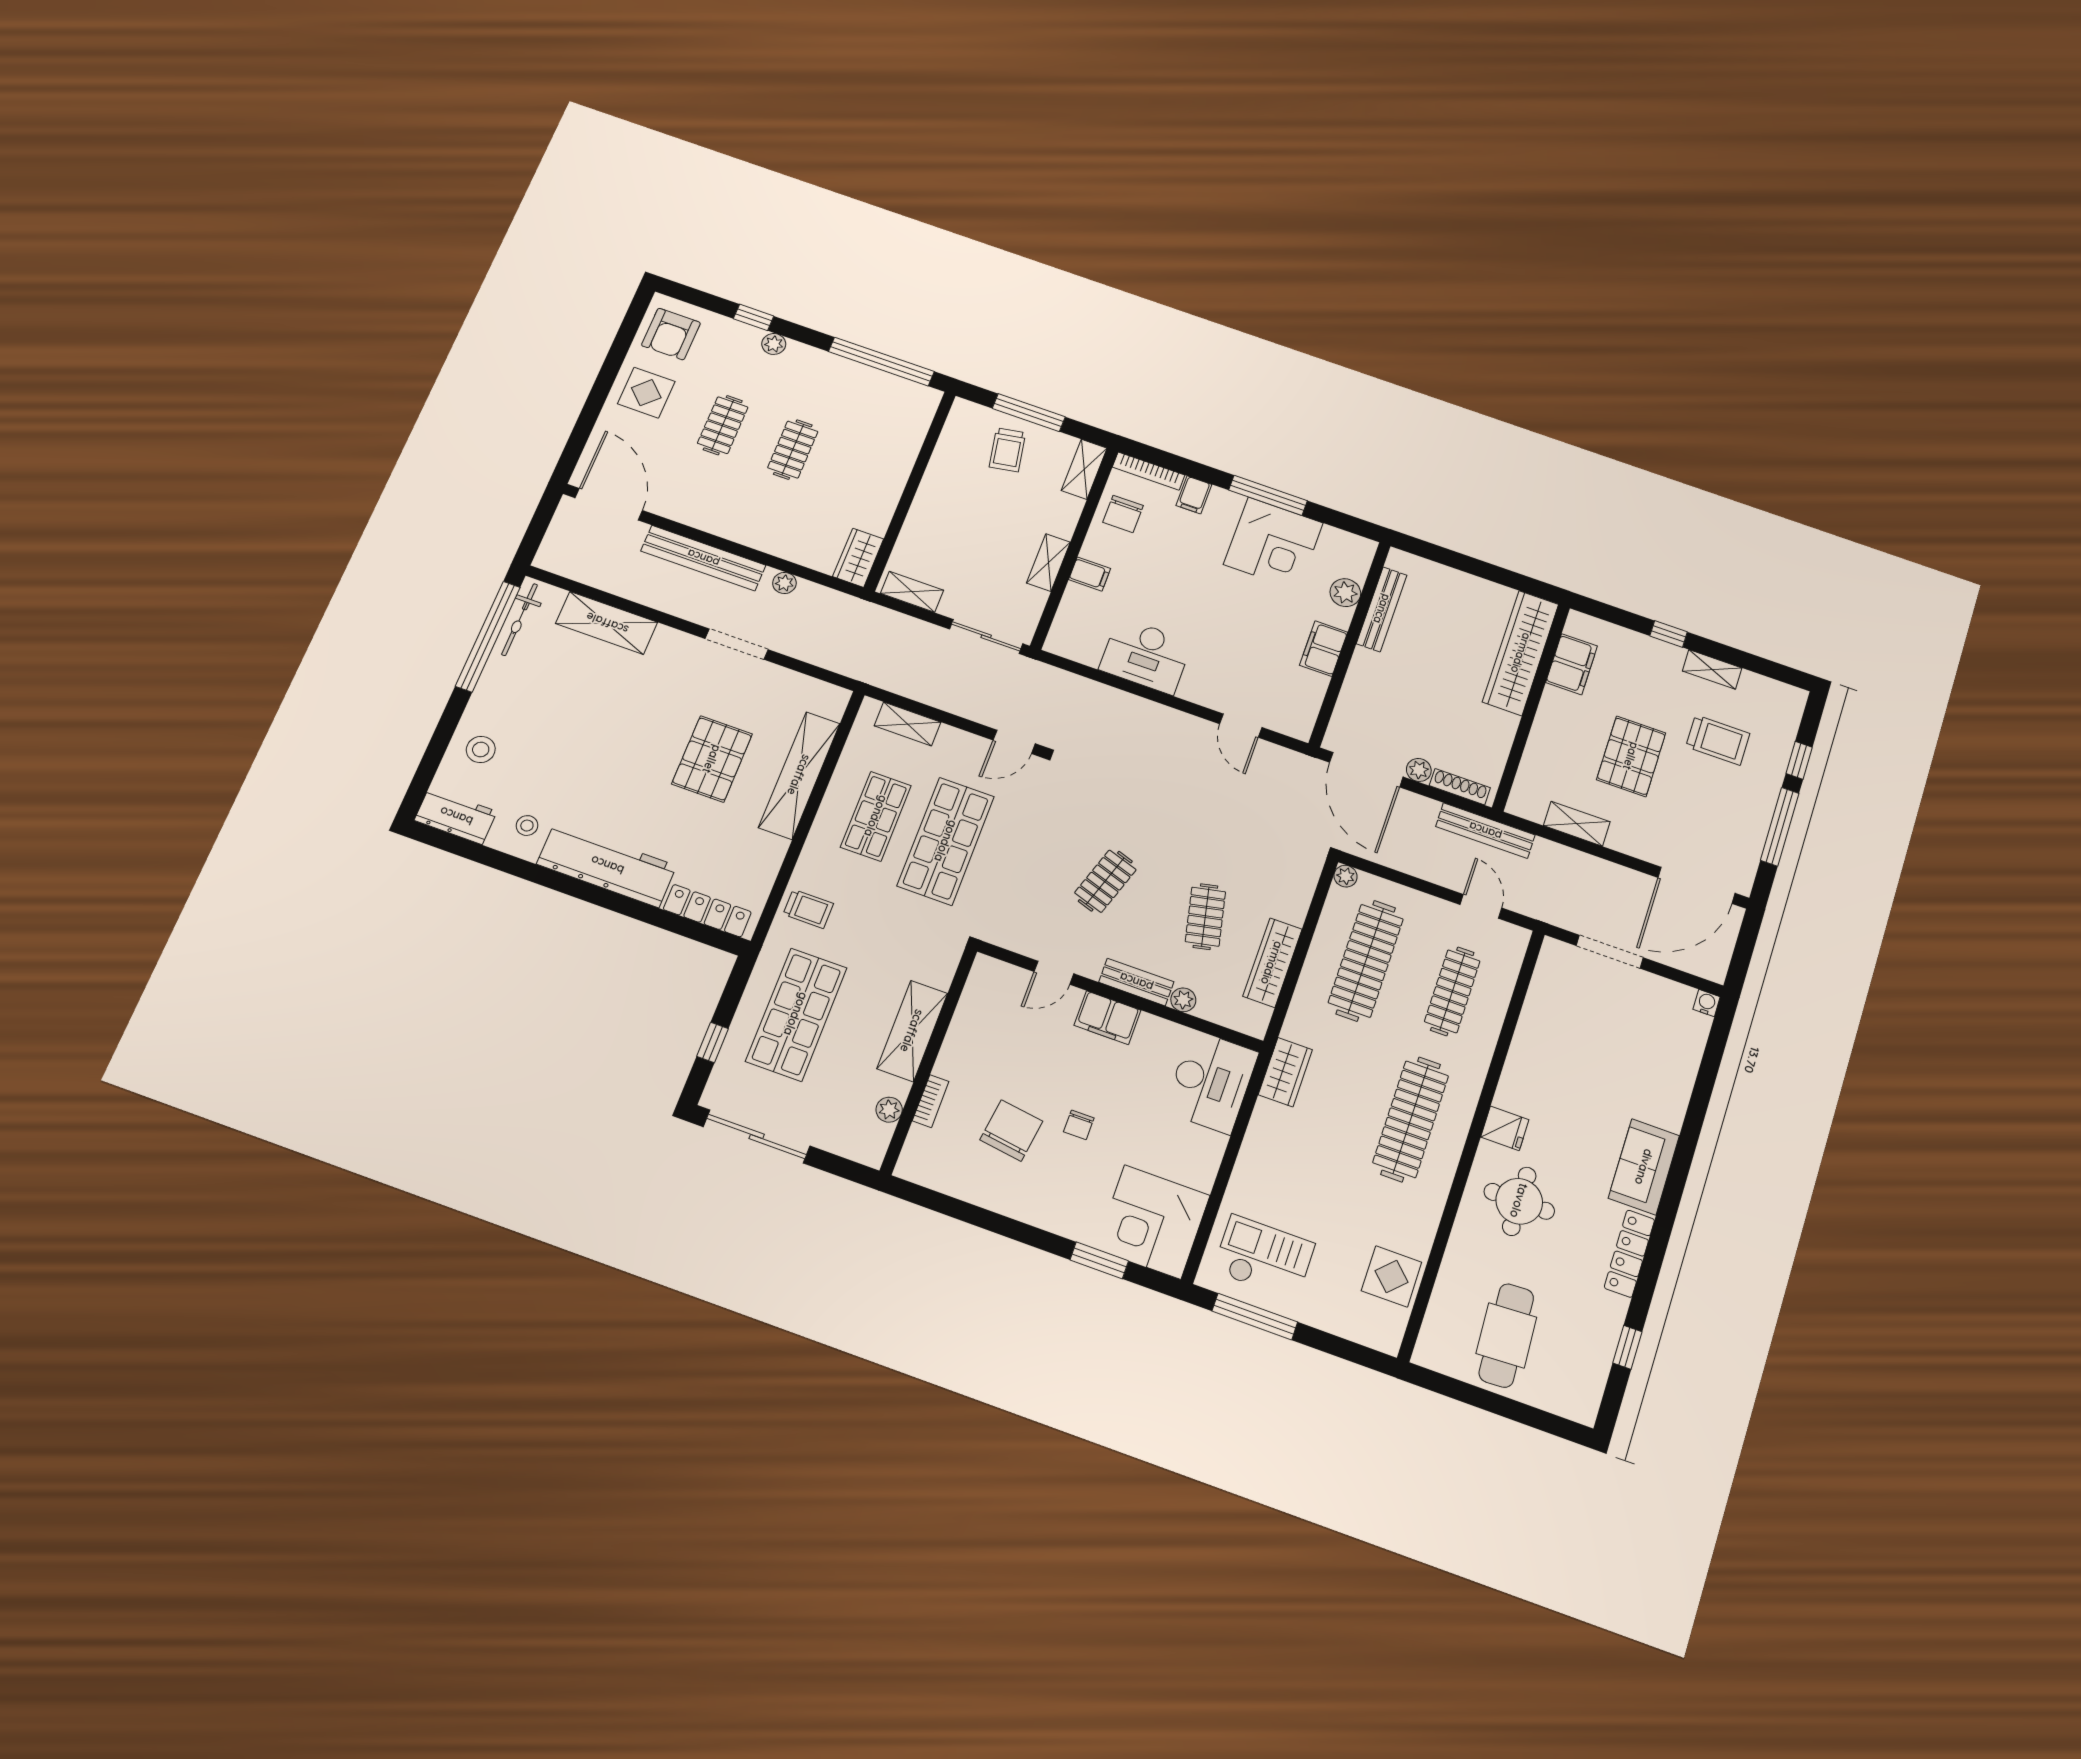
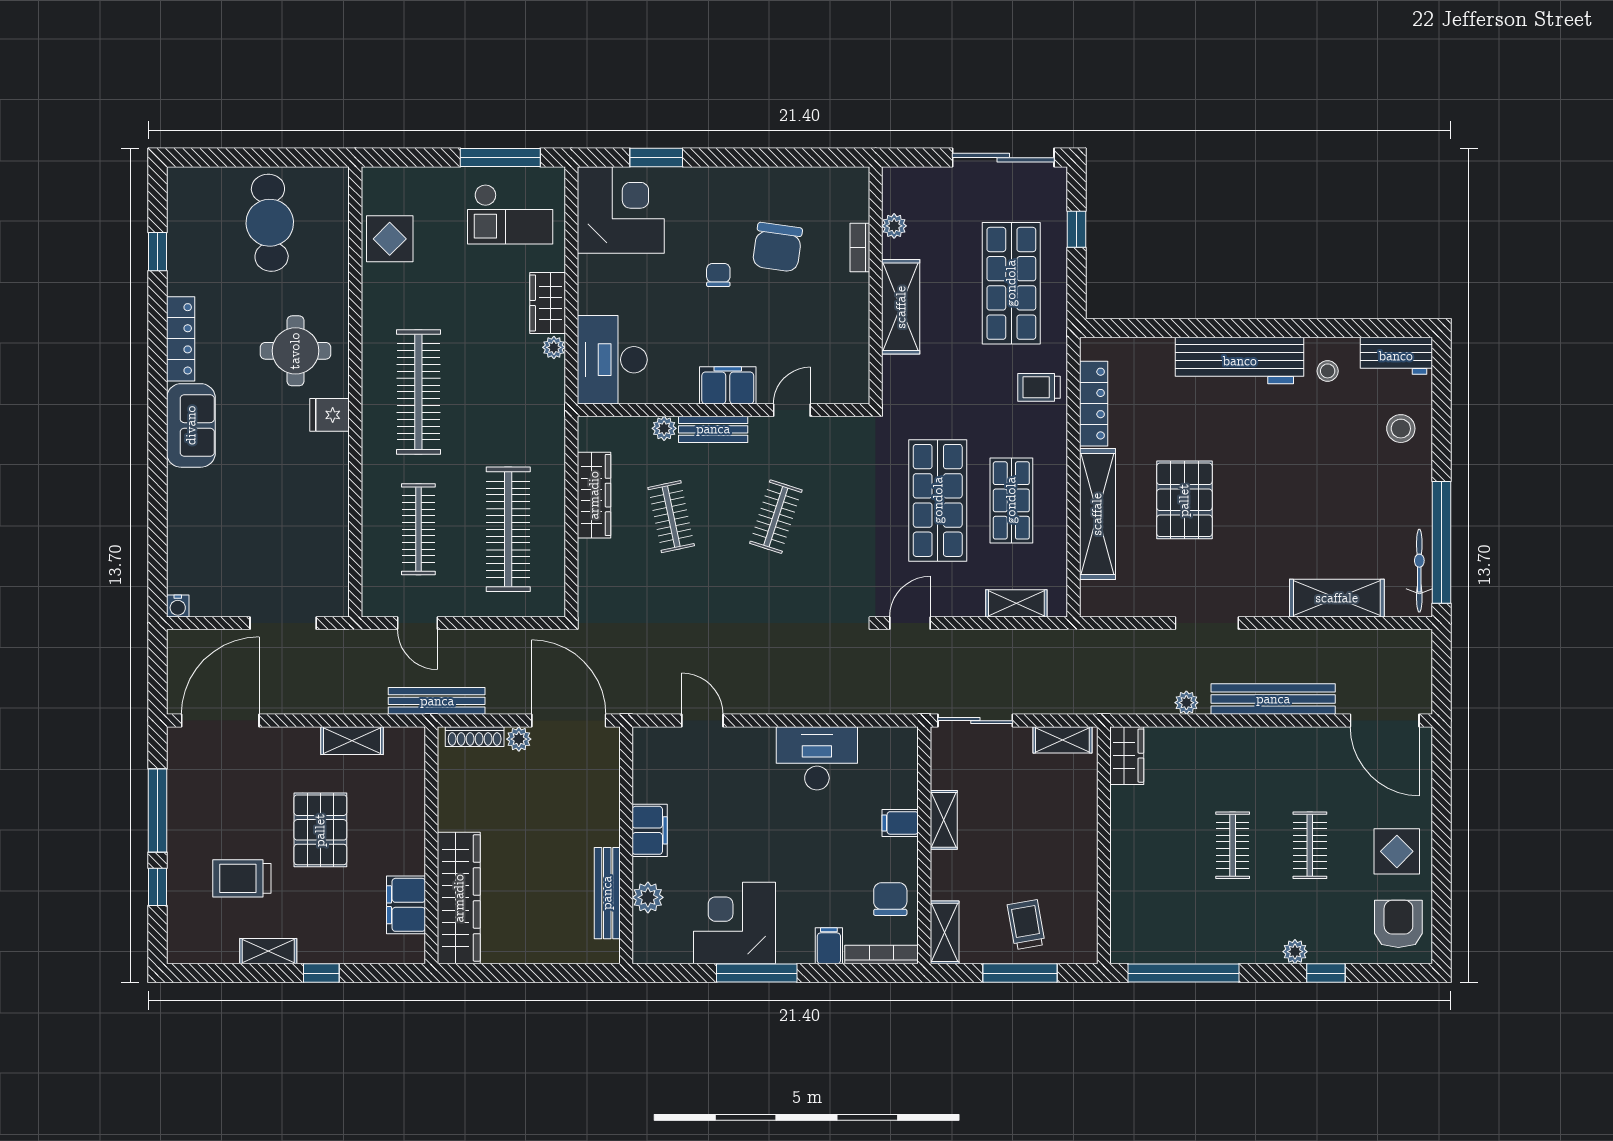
plant: (1346, 876) -> (554, 347), moved
locker: (707, 911) -> (1094, 404), moved, turned -90
wardrobe: (1285, 1072) -> (548, 303), moved

